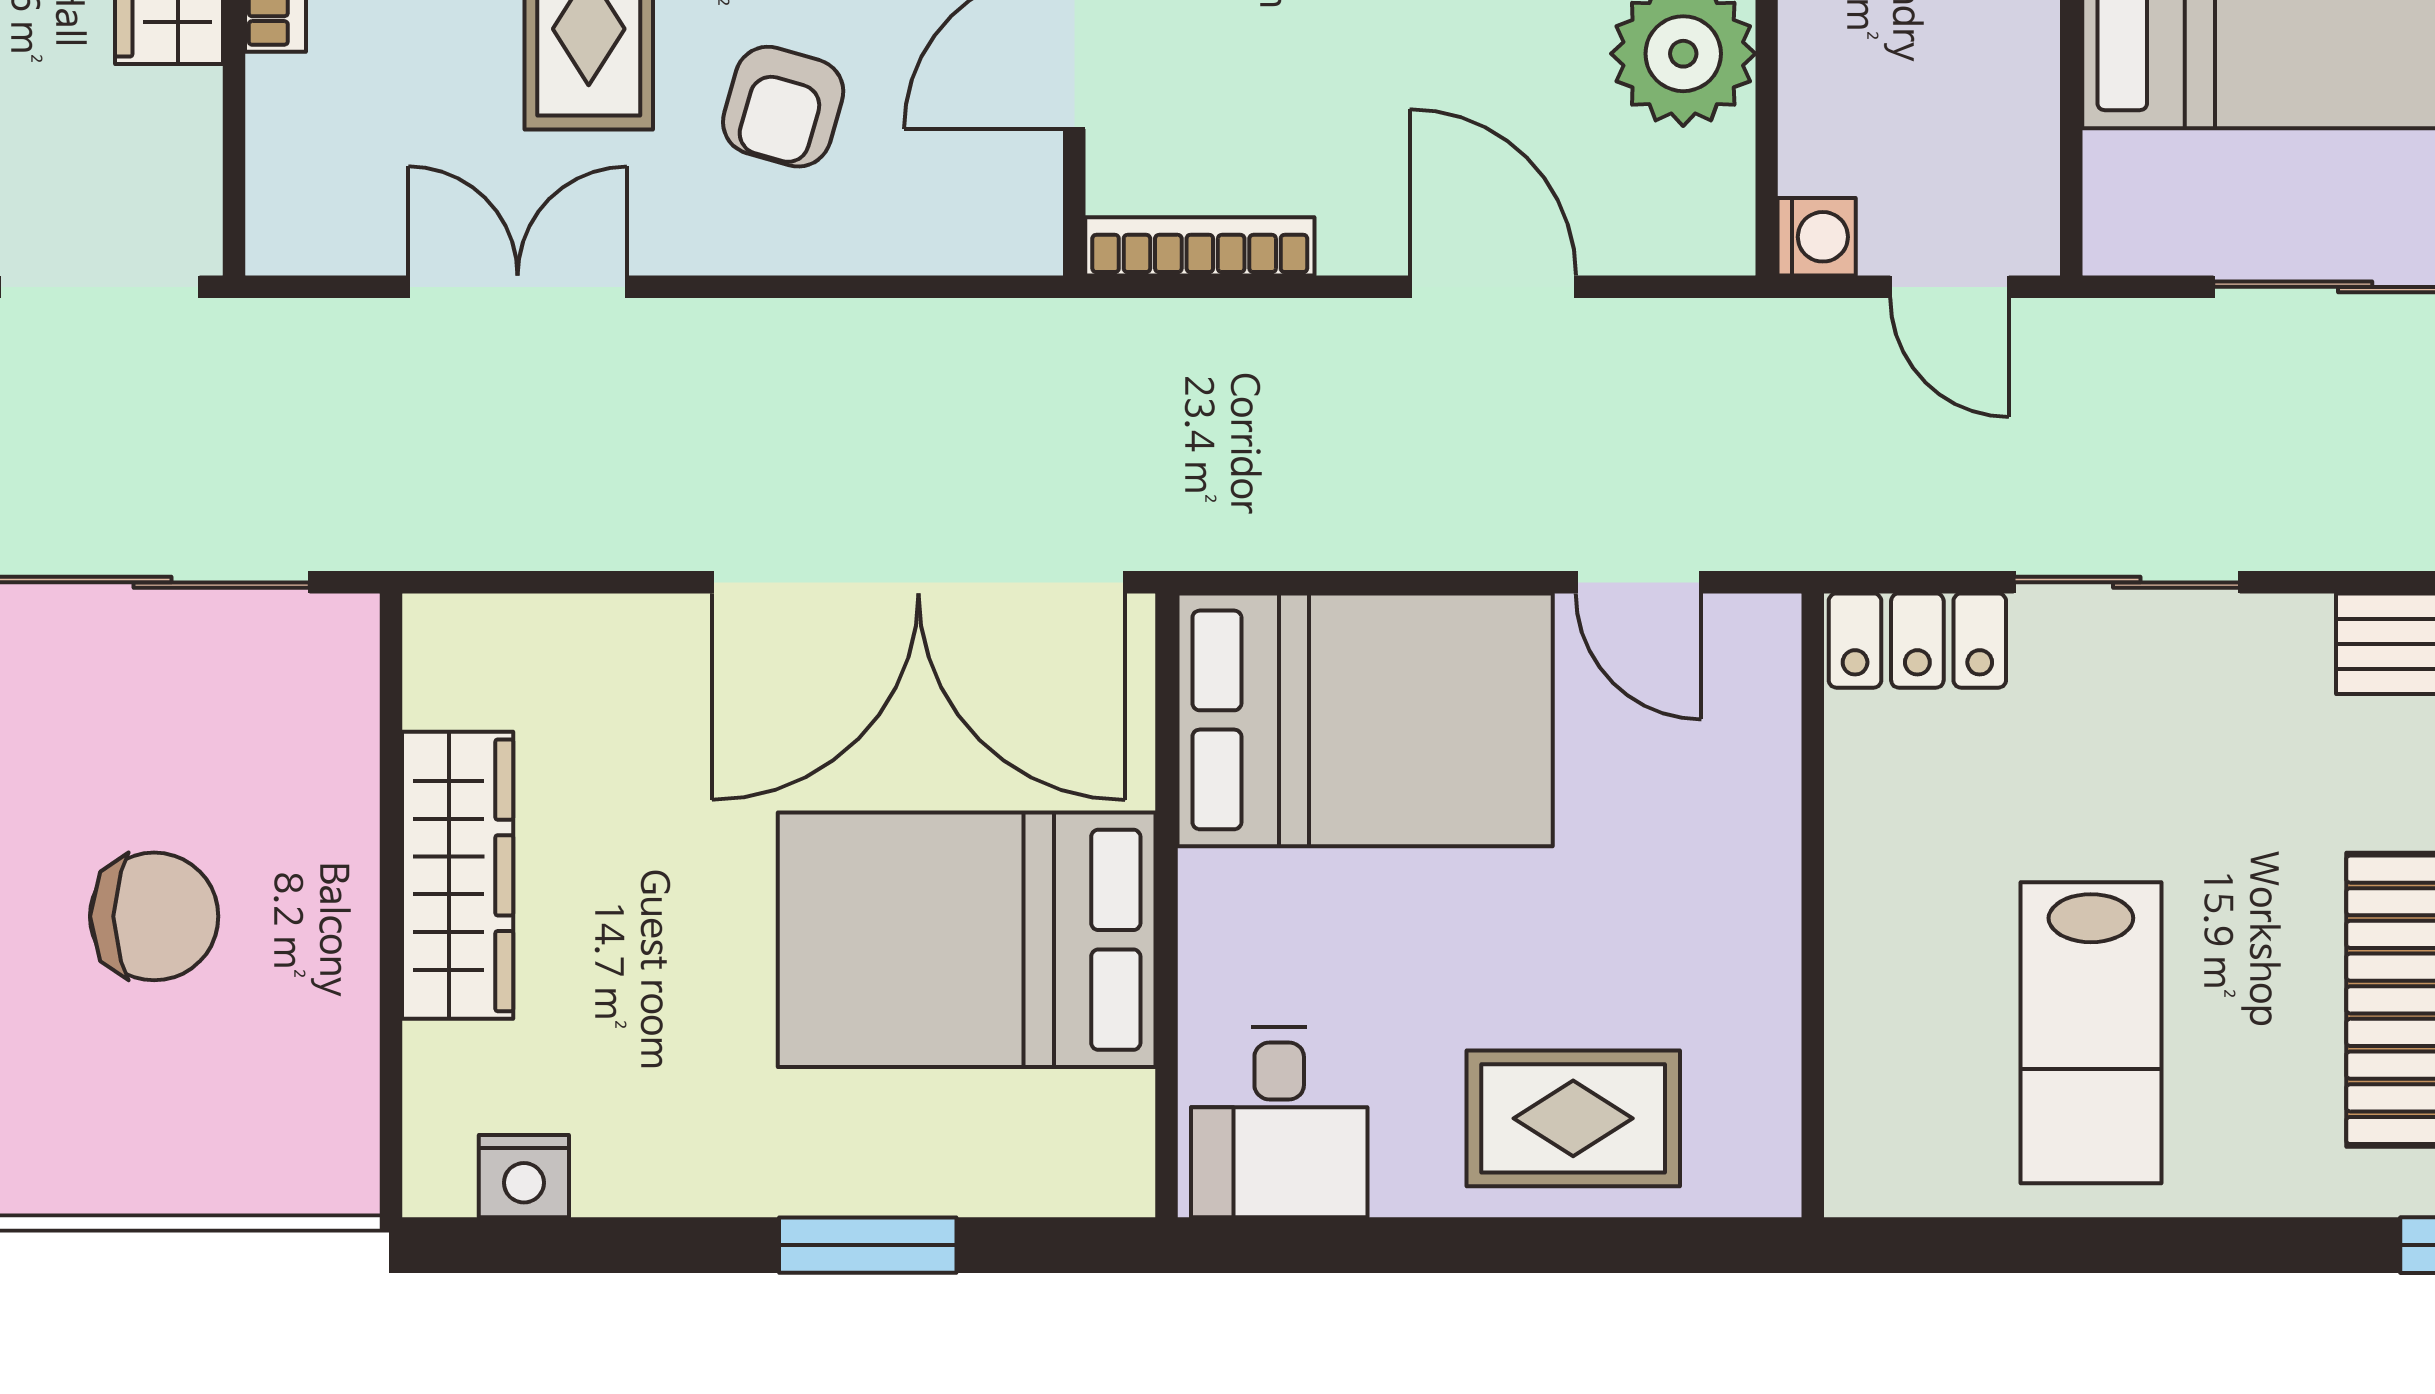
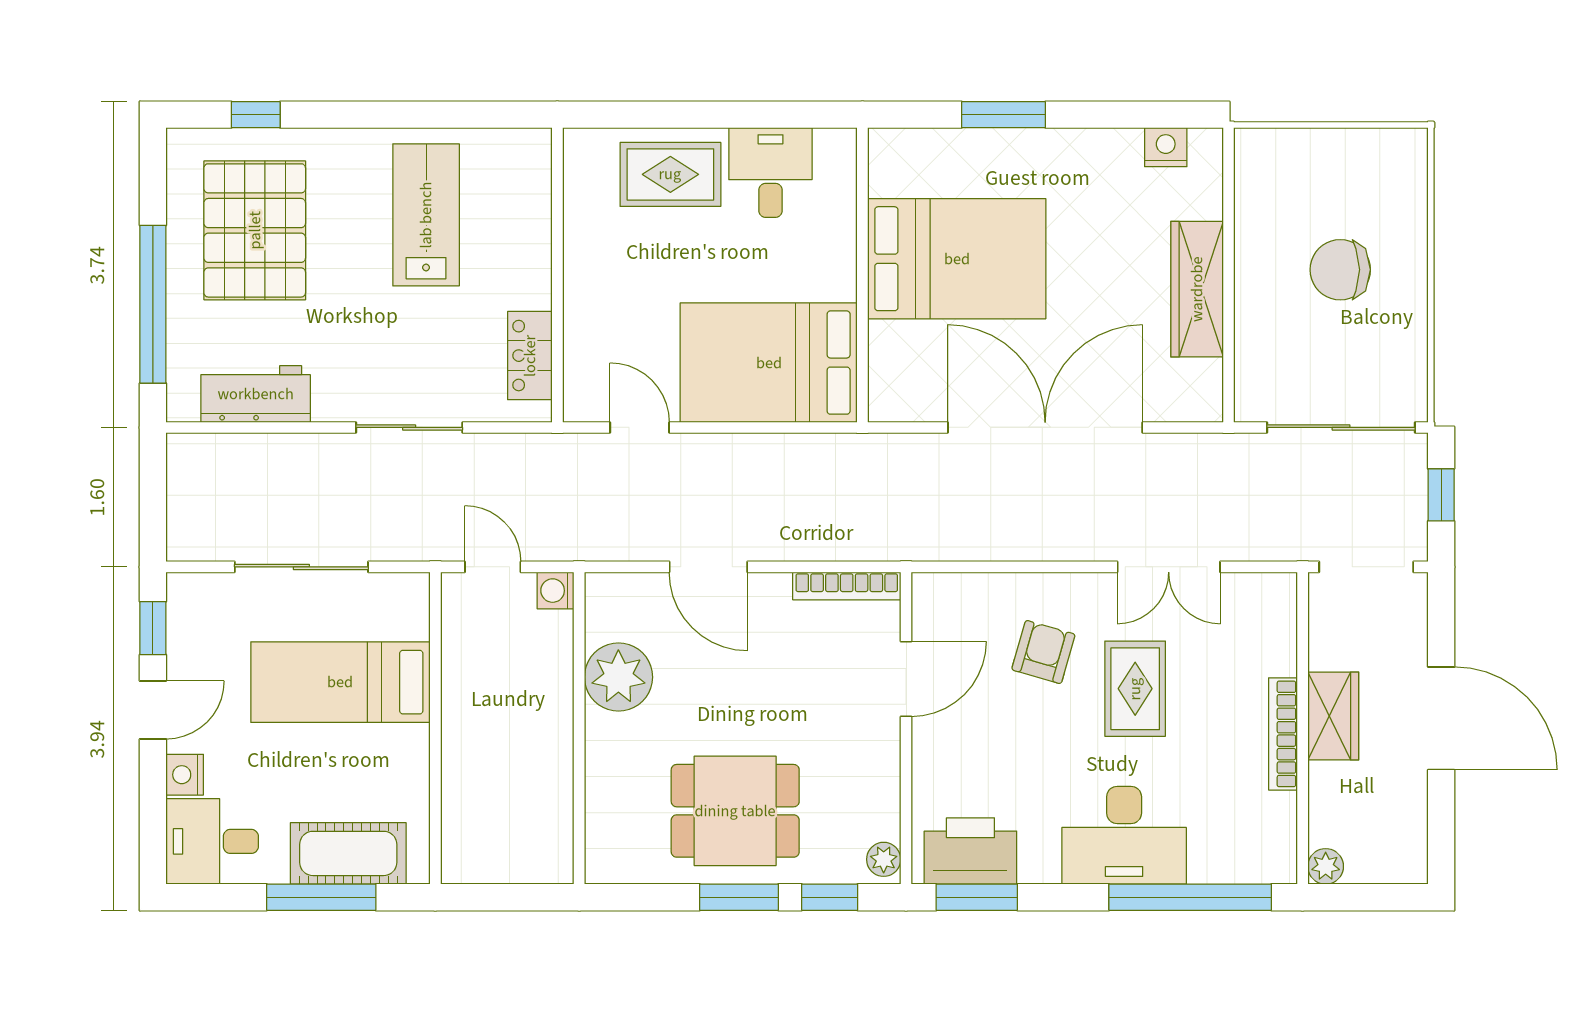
double door: (918, 582) -> (1045, 427), moved
locker: (1917, 641) -> (530, 356), moved, turned -90
desk: (1279, 1122) -> (770, 173), moved

